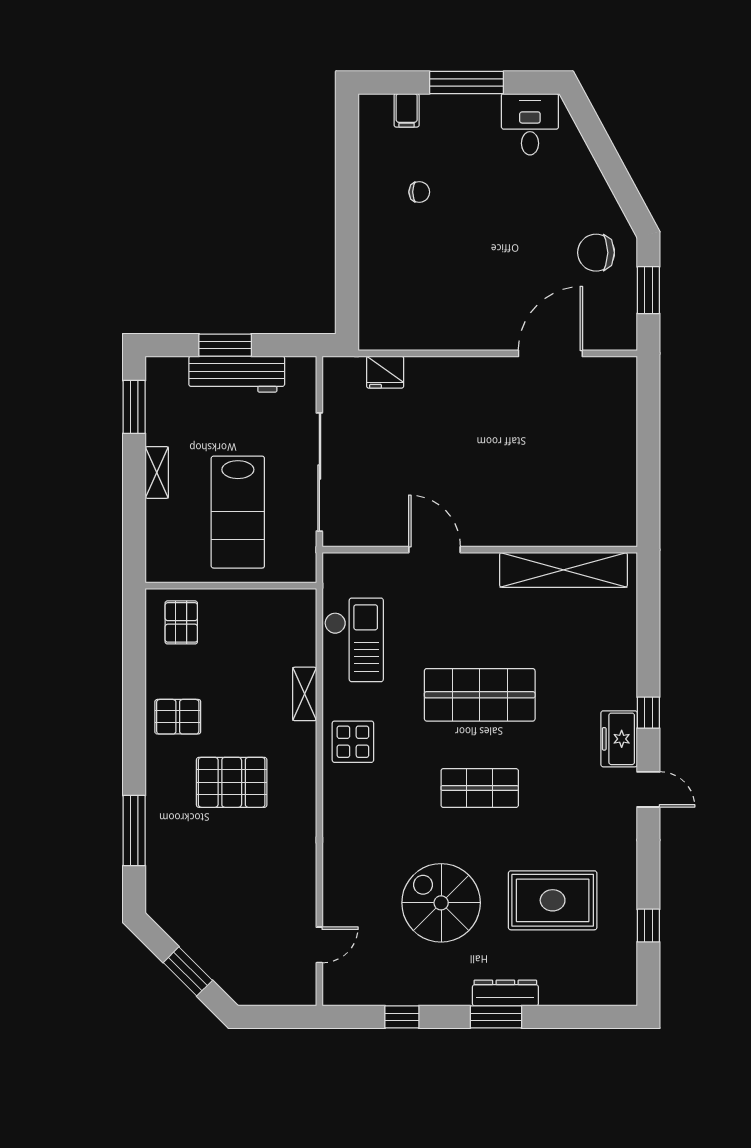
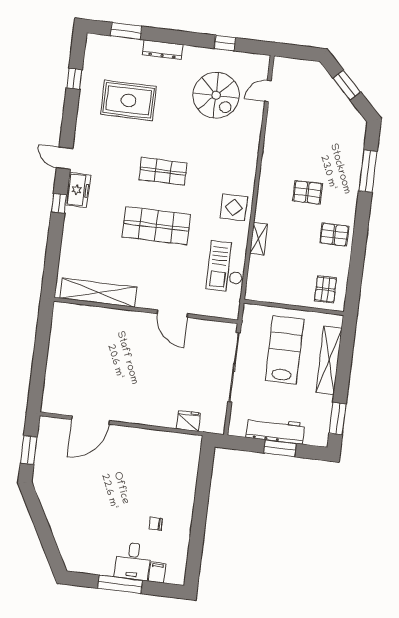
desk: (530, 124) -> (133, 561), moved
chair: (596, 253) -> (57, 476), removed
shelving: (157, 472) -> (329, 360), width x2.20, depth x1.33
pallet: (232, 782) -> (308, 192), width x0.67, depth x0.71
spiral stairs: (441, 903) -> (216, 95), moved
window: (496, 1017) -> (126, 31), moved

